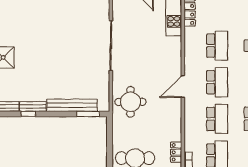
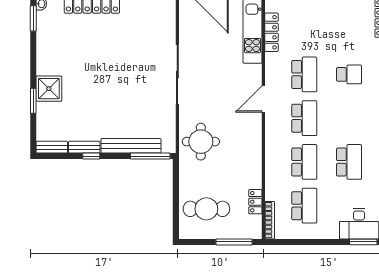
door: (183, 87) -> (263, 99), moved
window: (28, 114) -> (91, 156), moved
window: (88, 114) -> (150, 156), width x1.44

